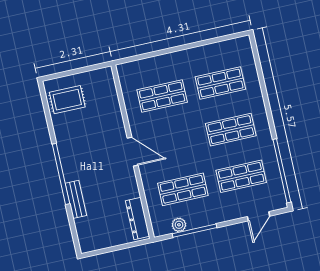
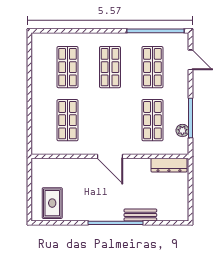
door: (133, 152) -> (110, 156), swing flipped

